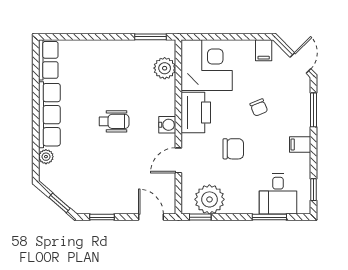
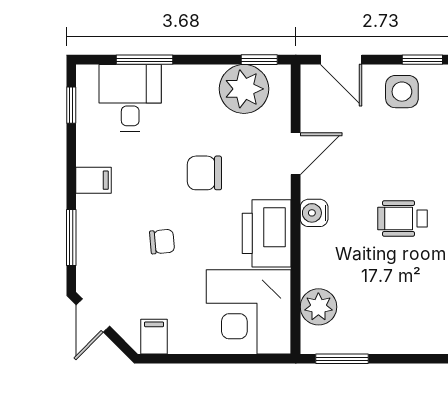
chair: (259, 108) -> (162, 242), turned 107
side table: (114, 198) -> (402, 92), added

